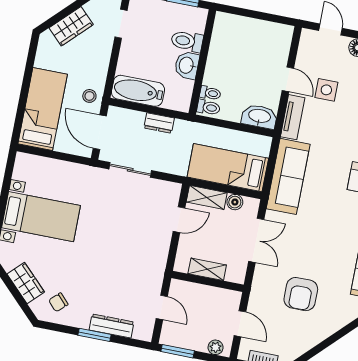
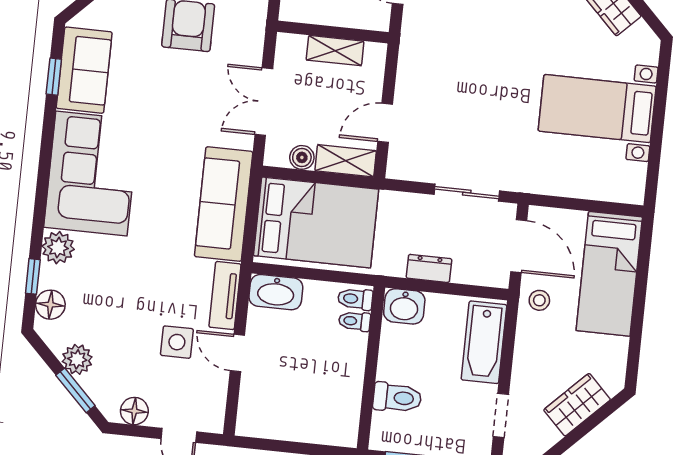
washbasin: (187, 65) -> (404, 306), moved, turned 90
bathtub: (138, 91) -> (484, 342), moved, turned 90
bed: (228, 168) -> (316, 222), width x1.50

